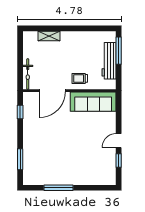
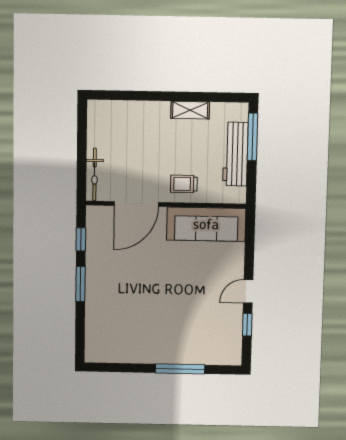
shelving: (49, 36) -> (190, 110), moved
window: (20, 159) -> (80, 284), moved
window: (58, 188) -> (180, 369), moved

